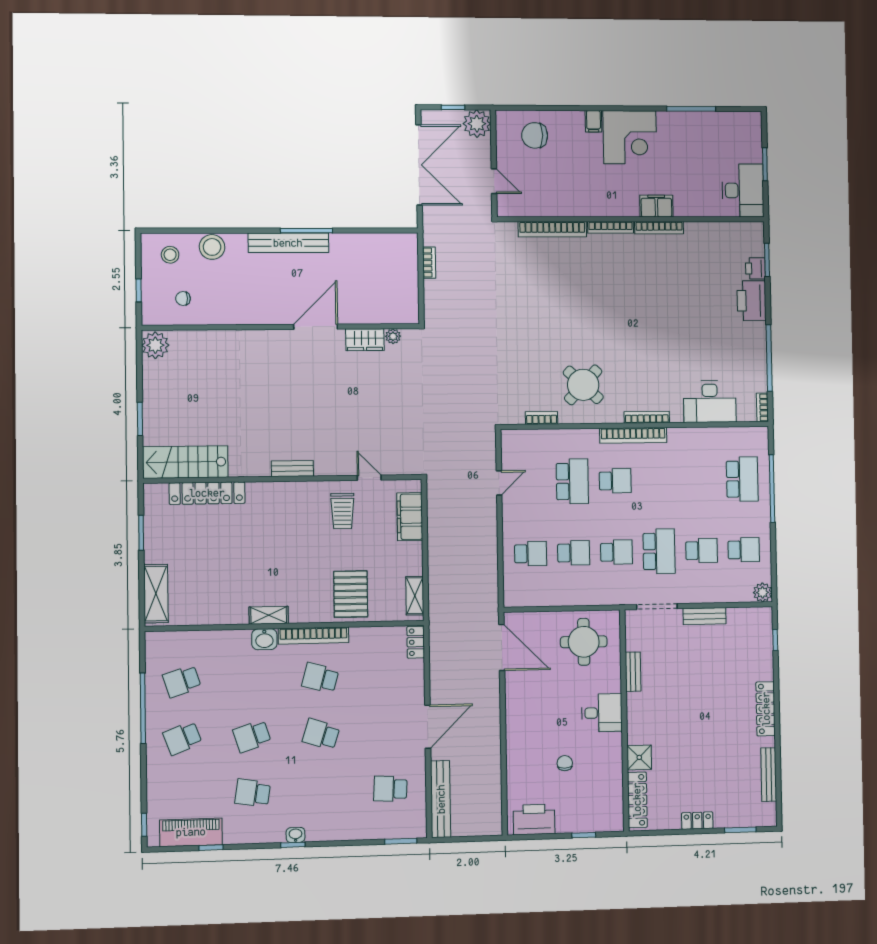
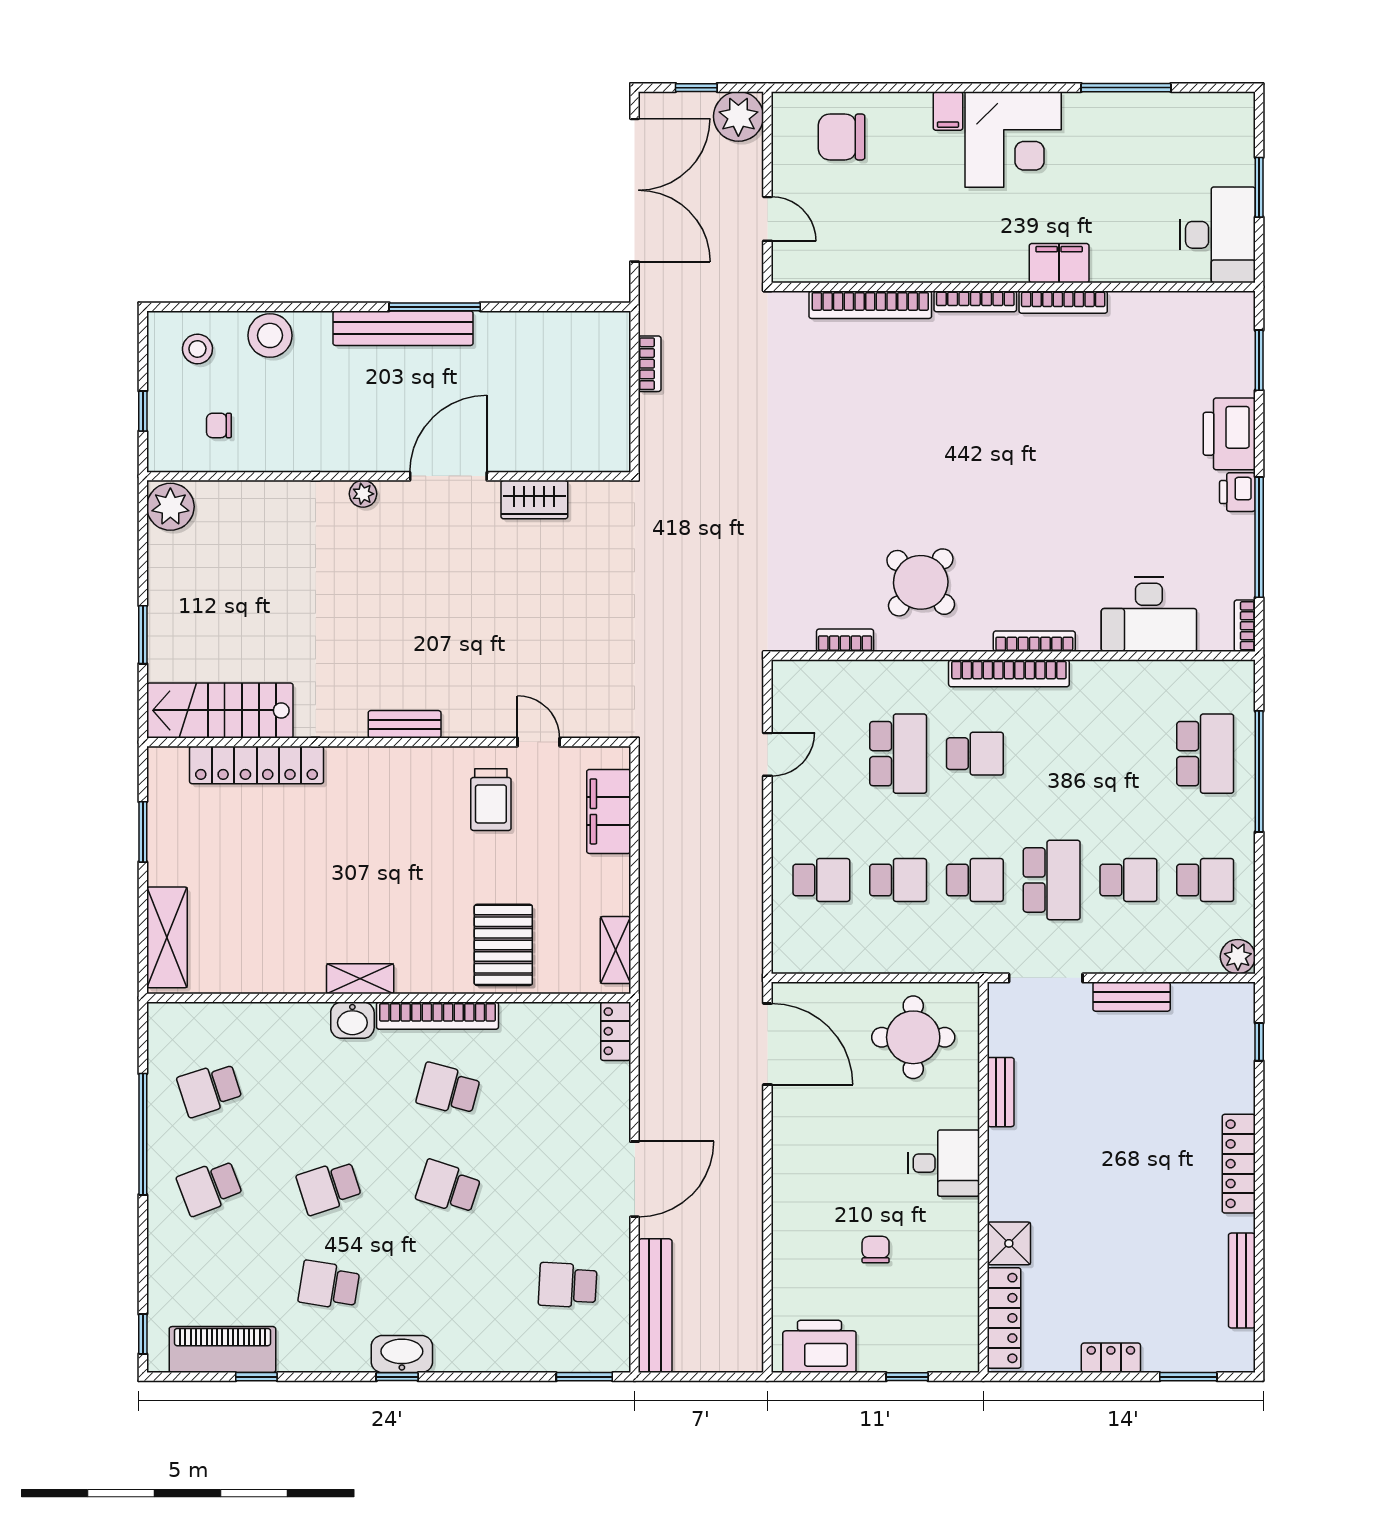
printer: (755, 268) -> (1237, 492), moved
plant: (393, 336) -> (363, 494), moved
washbasin: (295, 835) -> (402, 1354), width x1.91, depth x1.45

